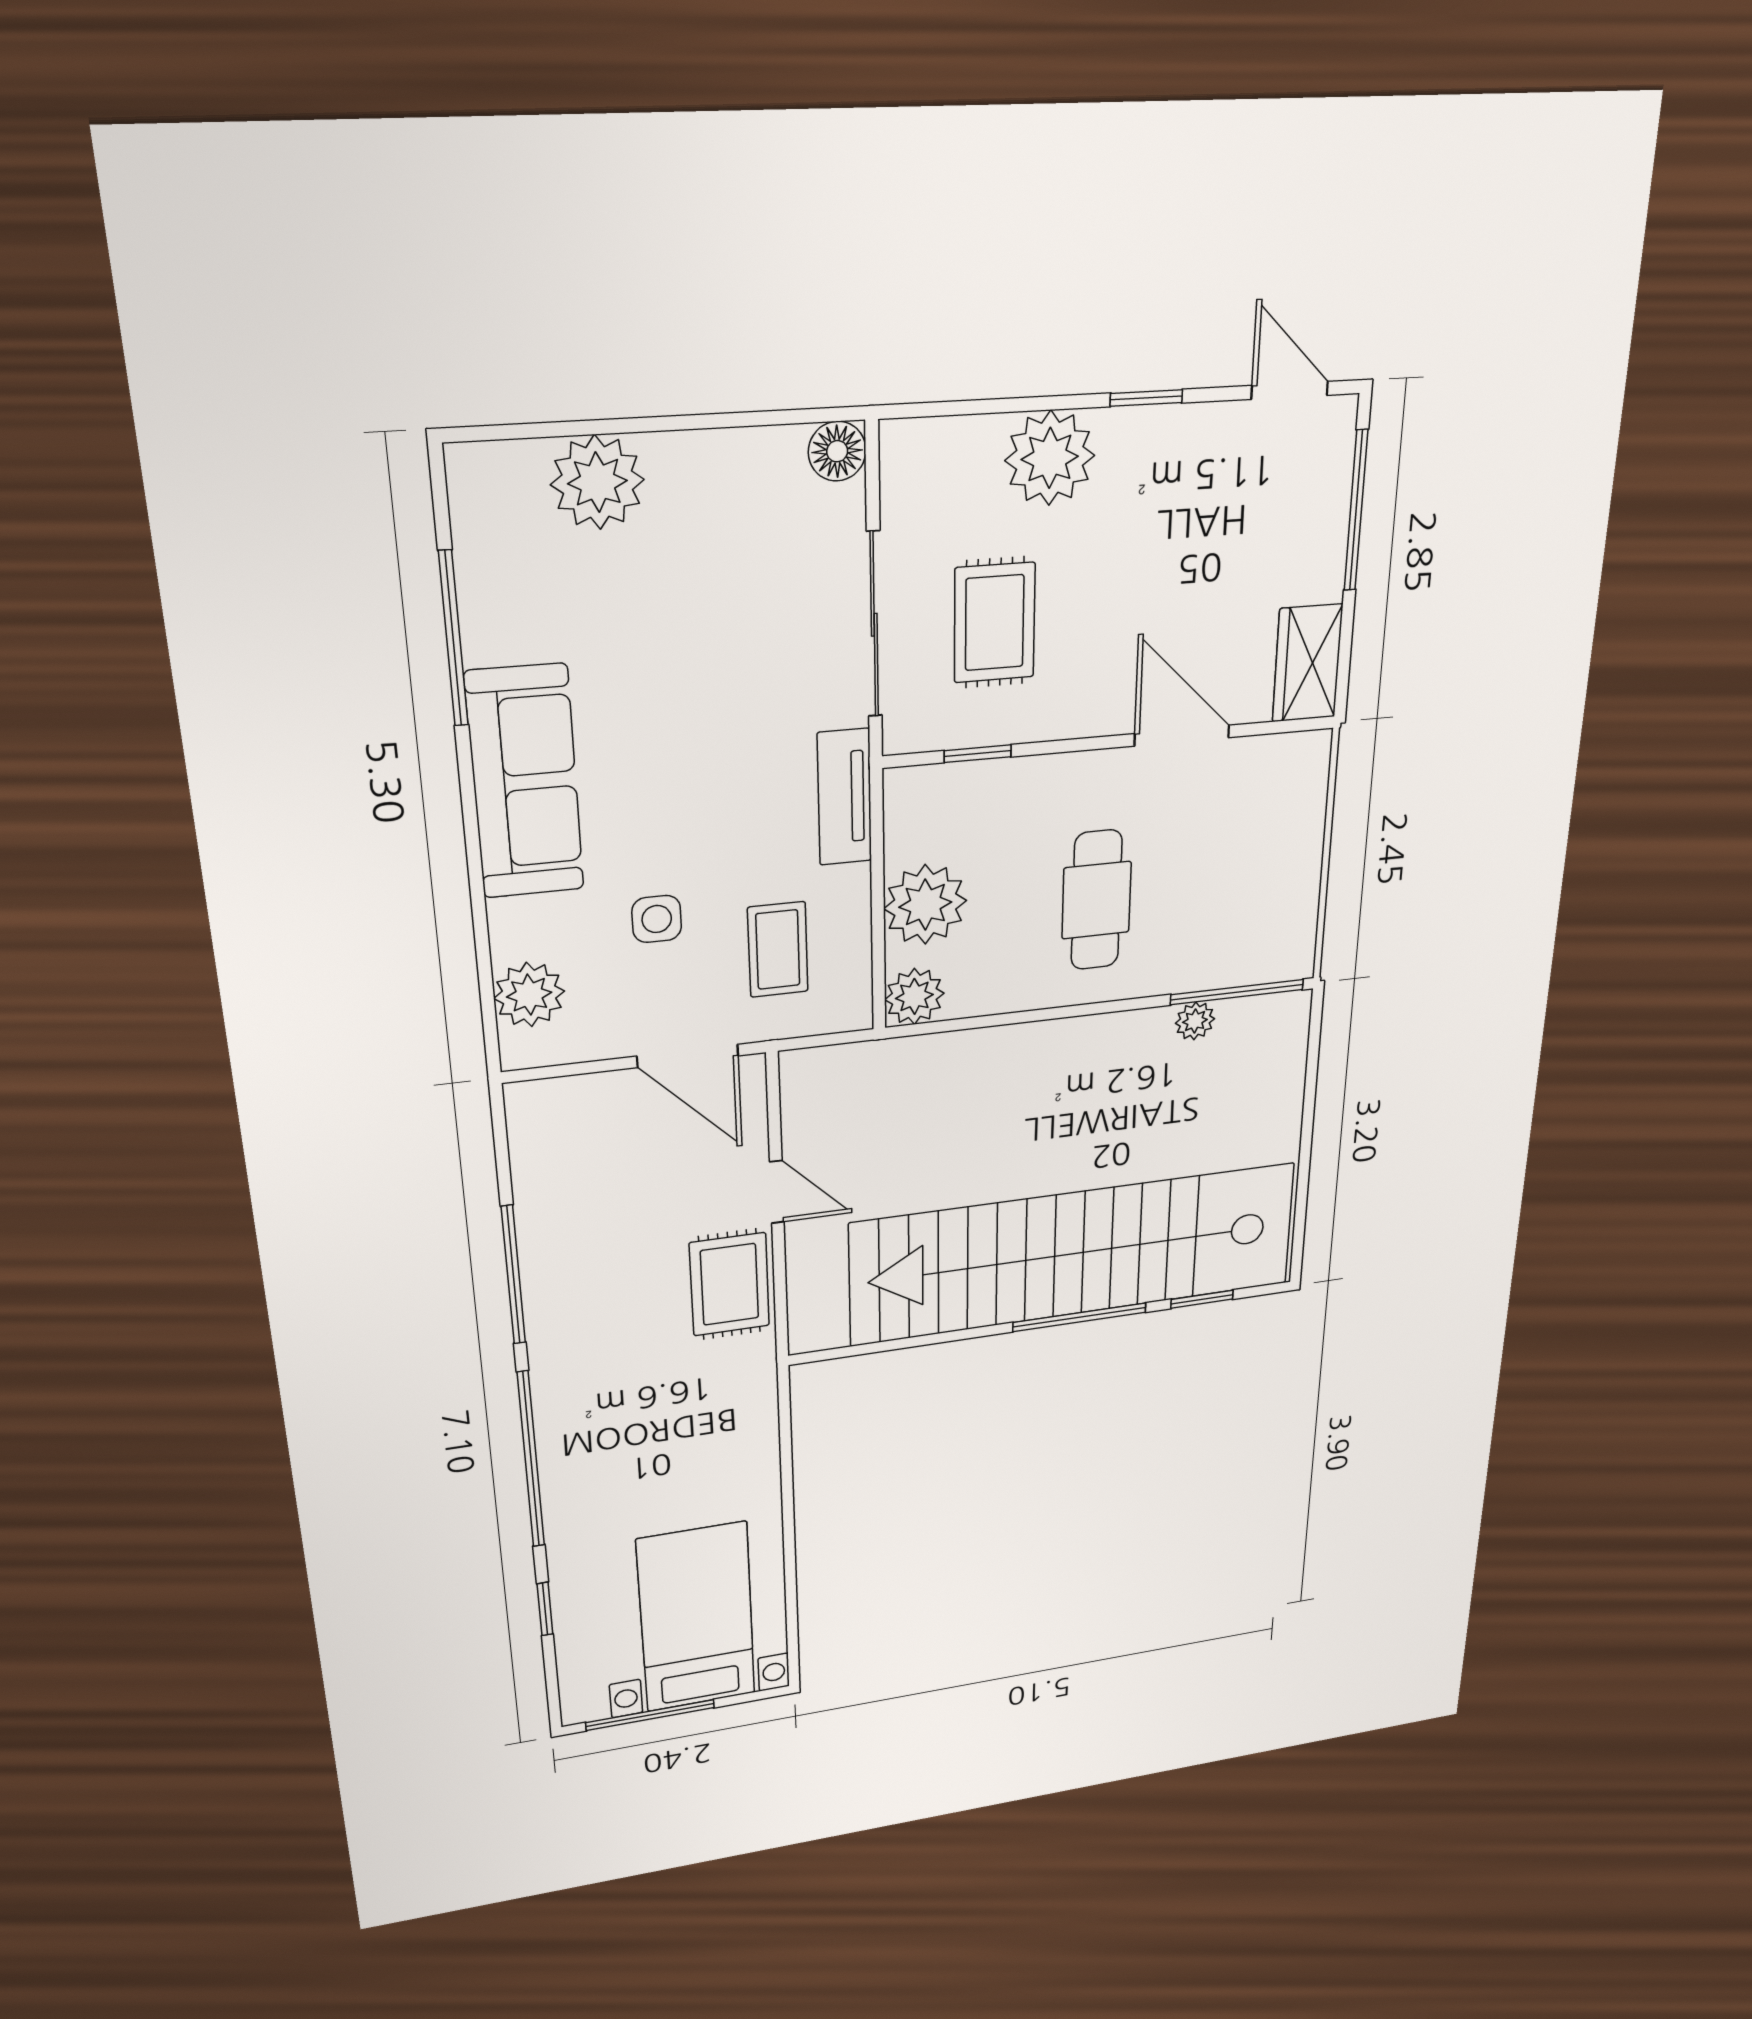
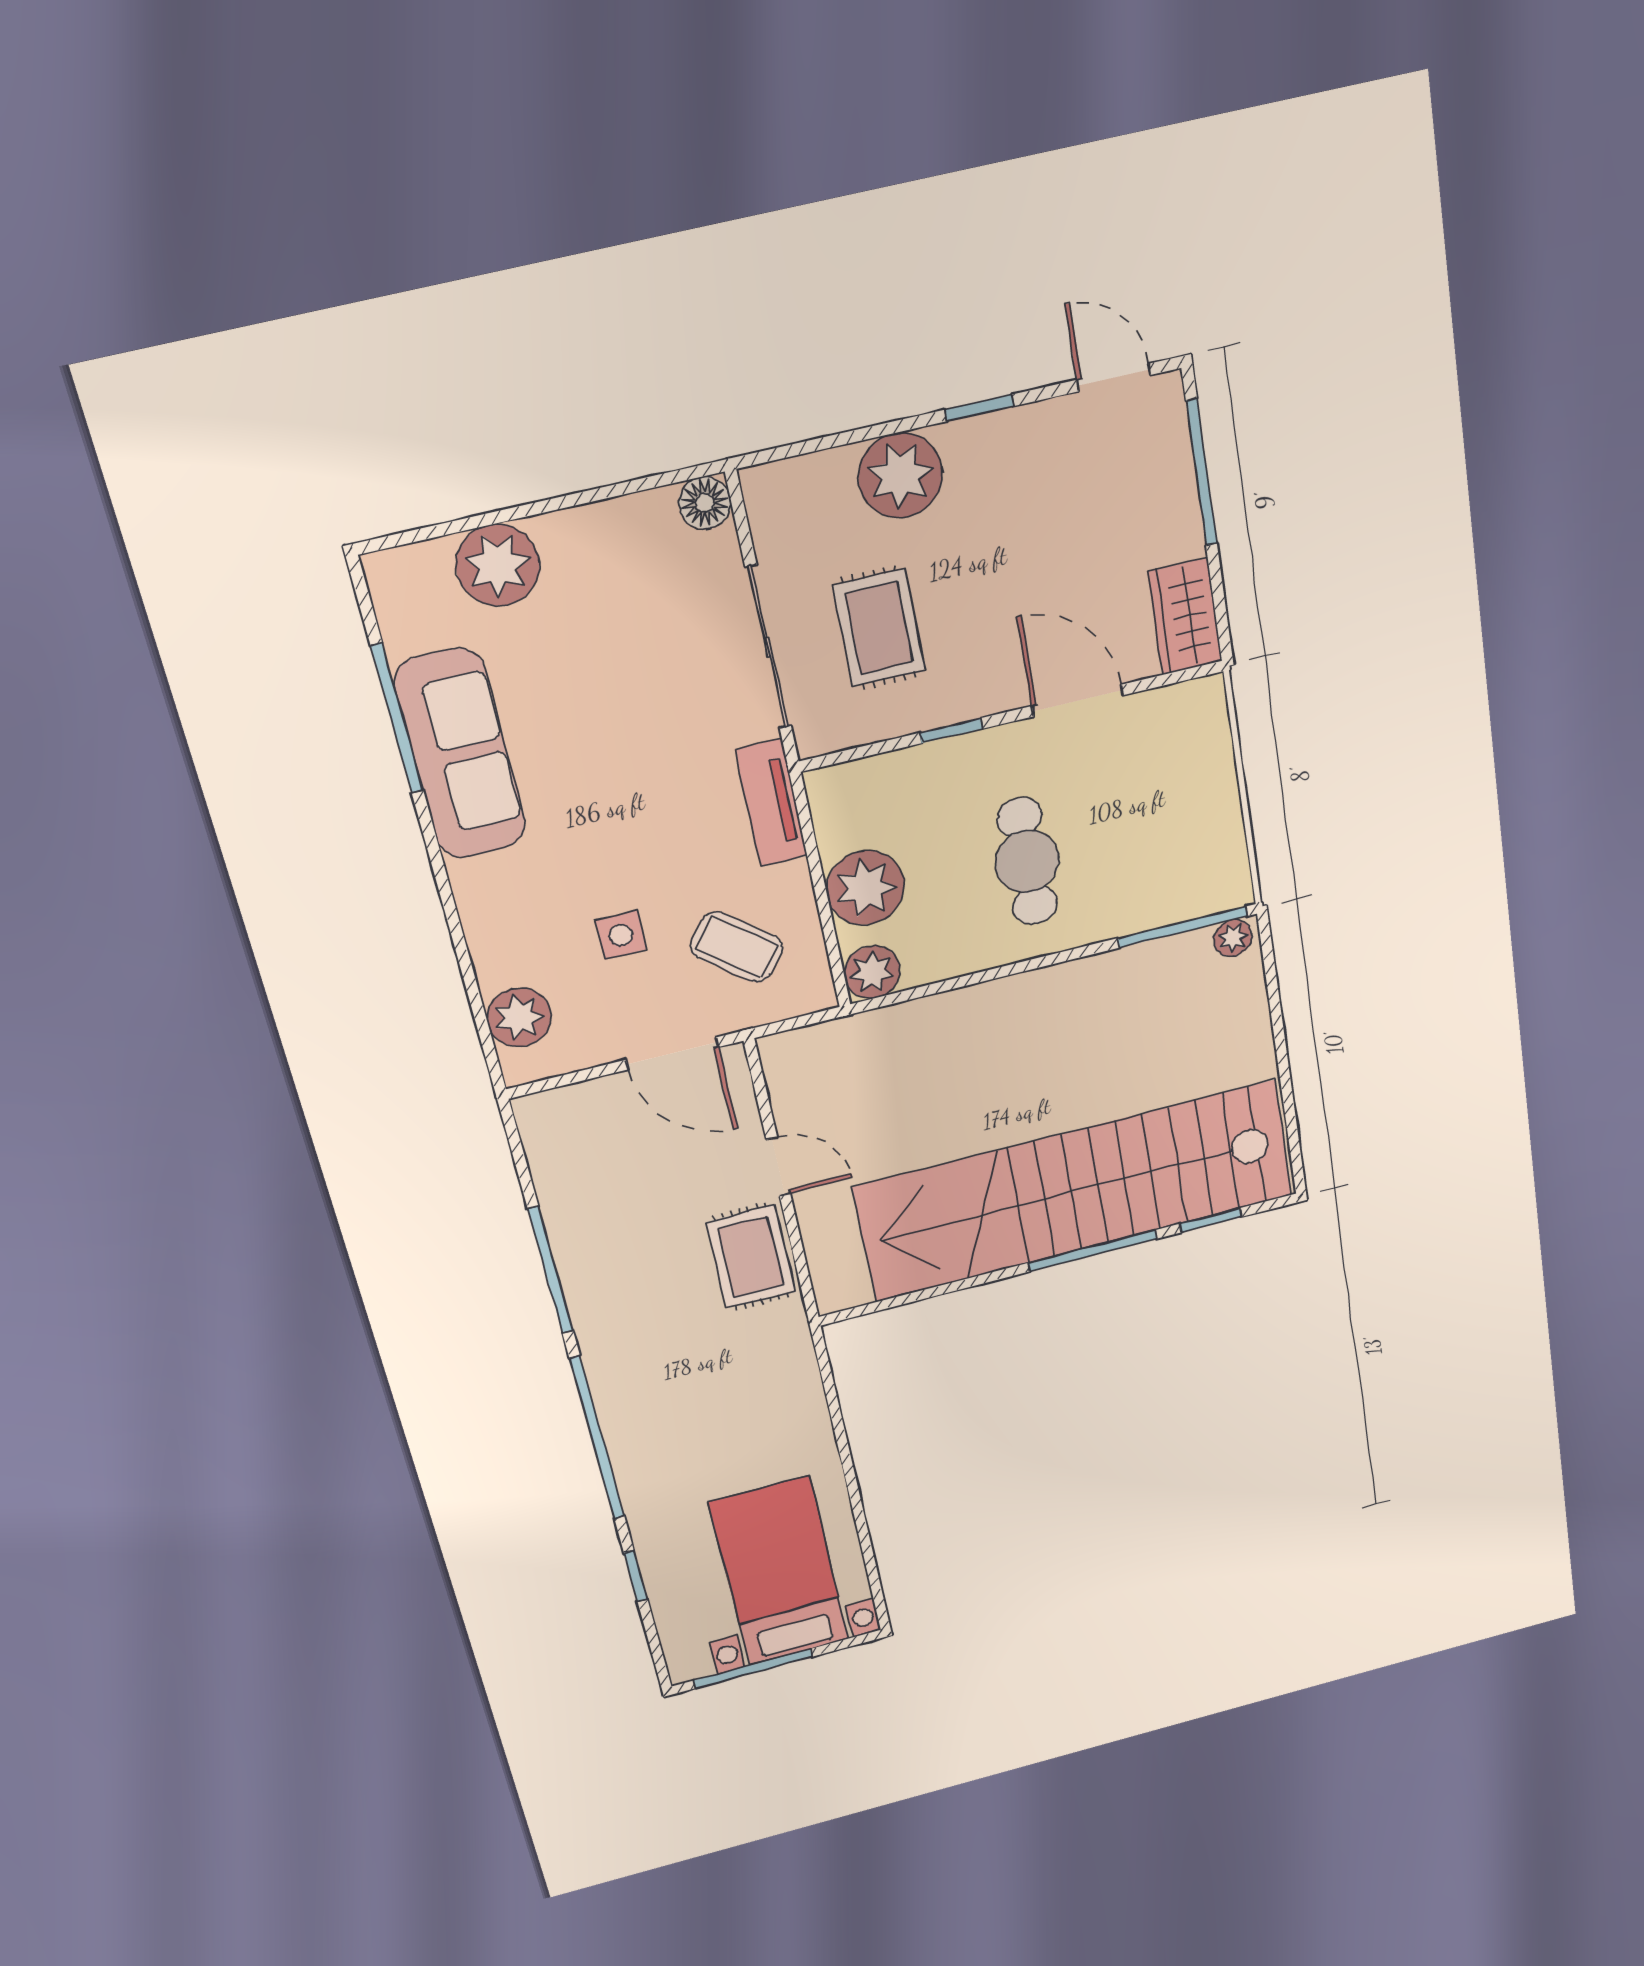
window: (978, 754) -> (951, 731), moved
sofa: (525, 782) -> (460, 754), moved
coffee table: (778, 950) -> (737, 947), turned -51
plant: (1195, 1021) -> (1233, 938), moved

